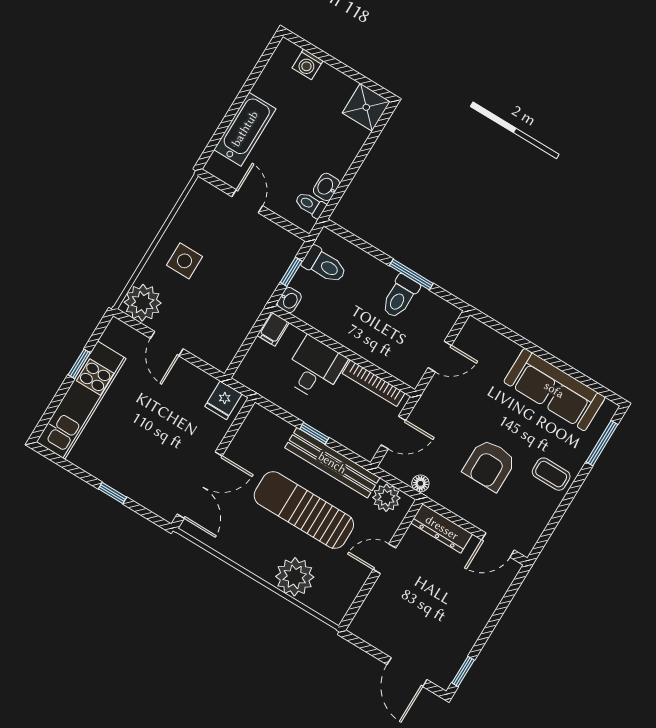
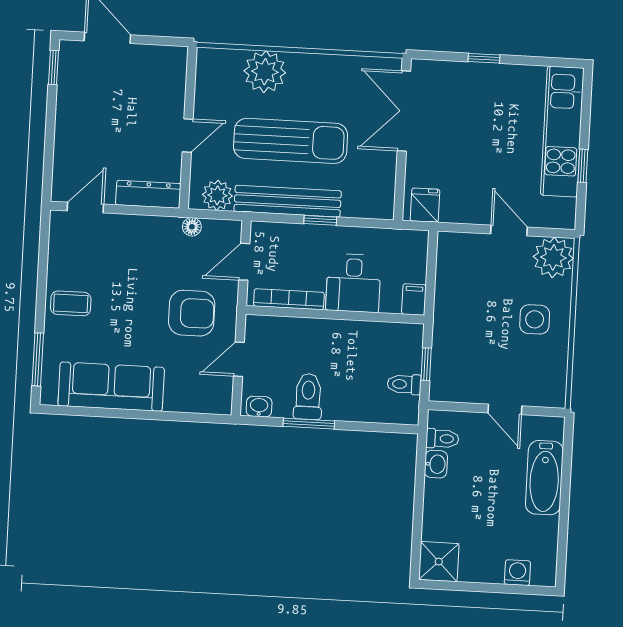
toilet: (324, 265) -> (404, 384), width x0.73, depth x0.72
washbasin: (289, 300) -> (259, 407), moved, turned 90
armchair: (490, 465) -> (192, 313), moved, turned 90

